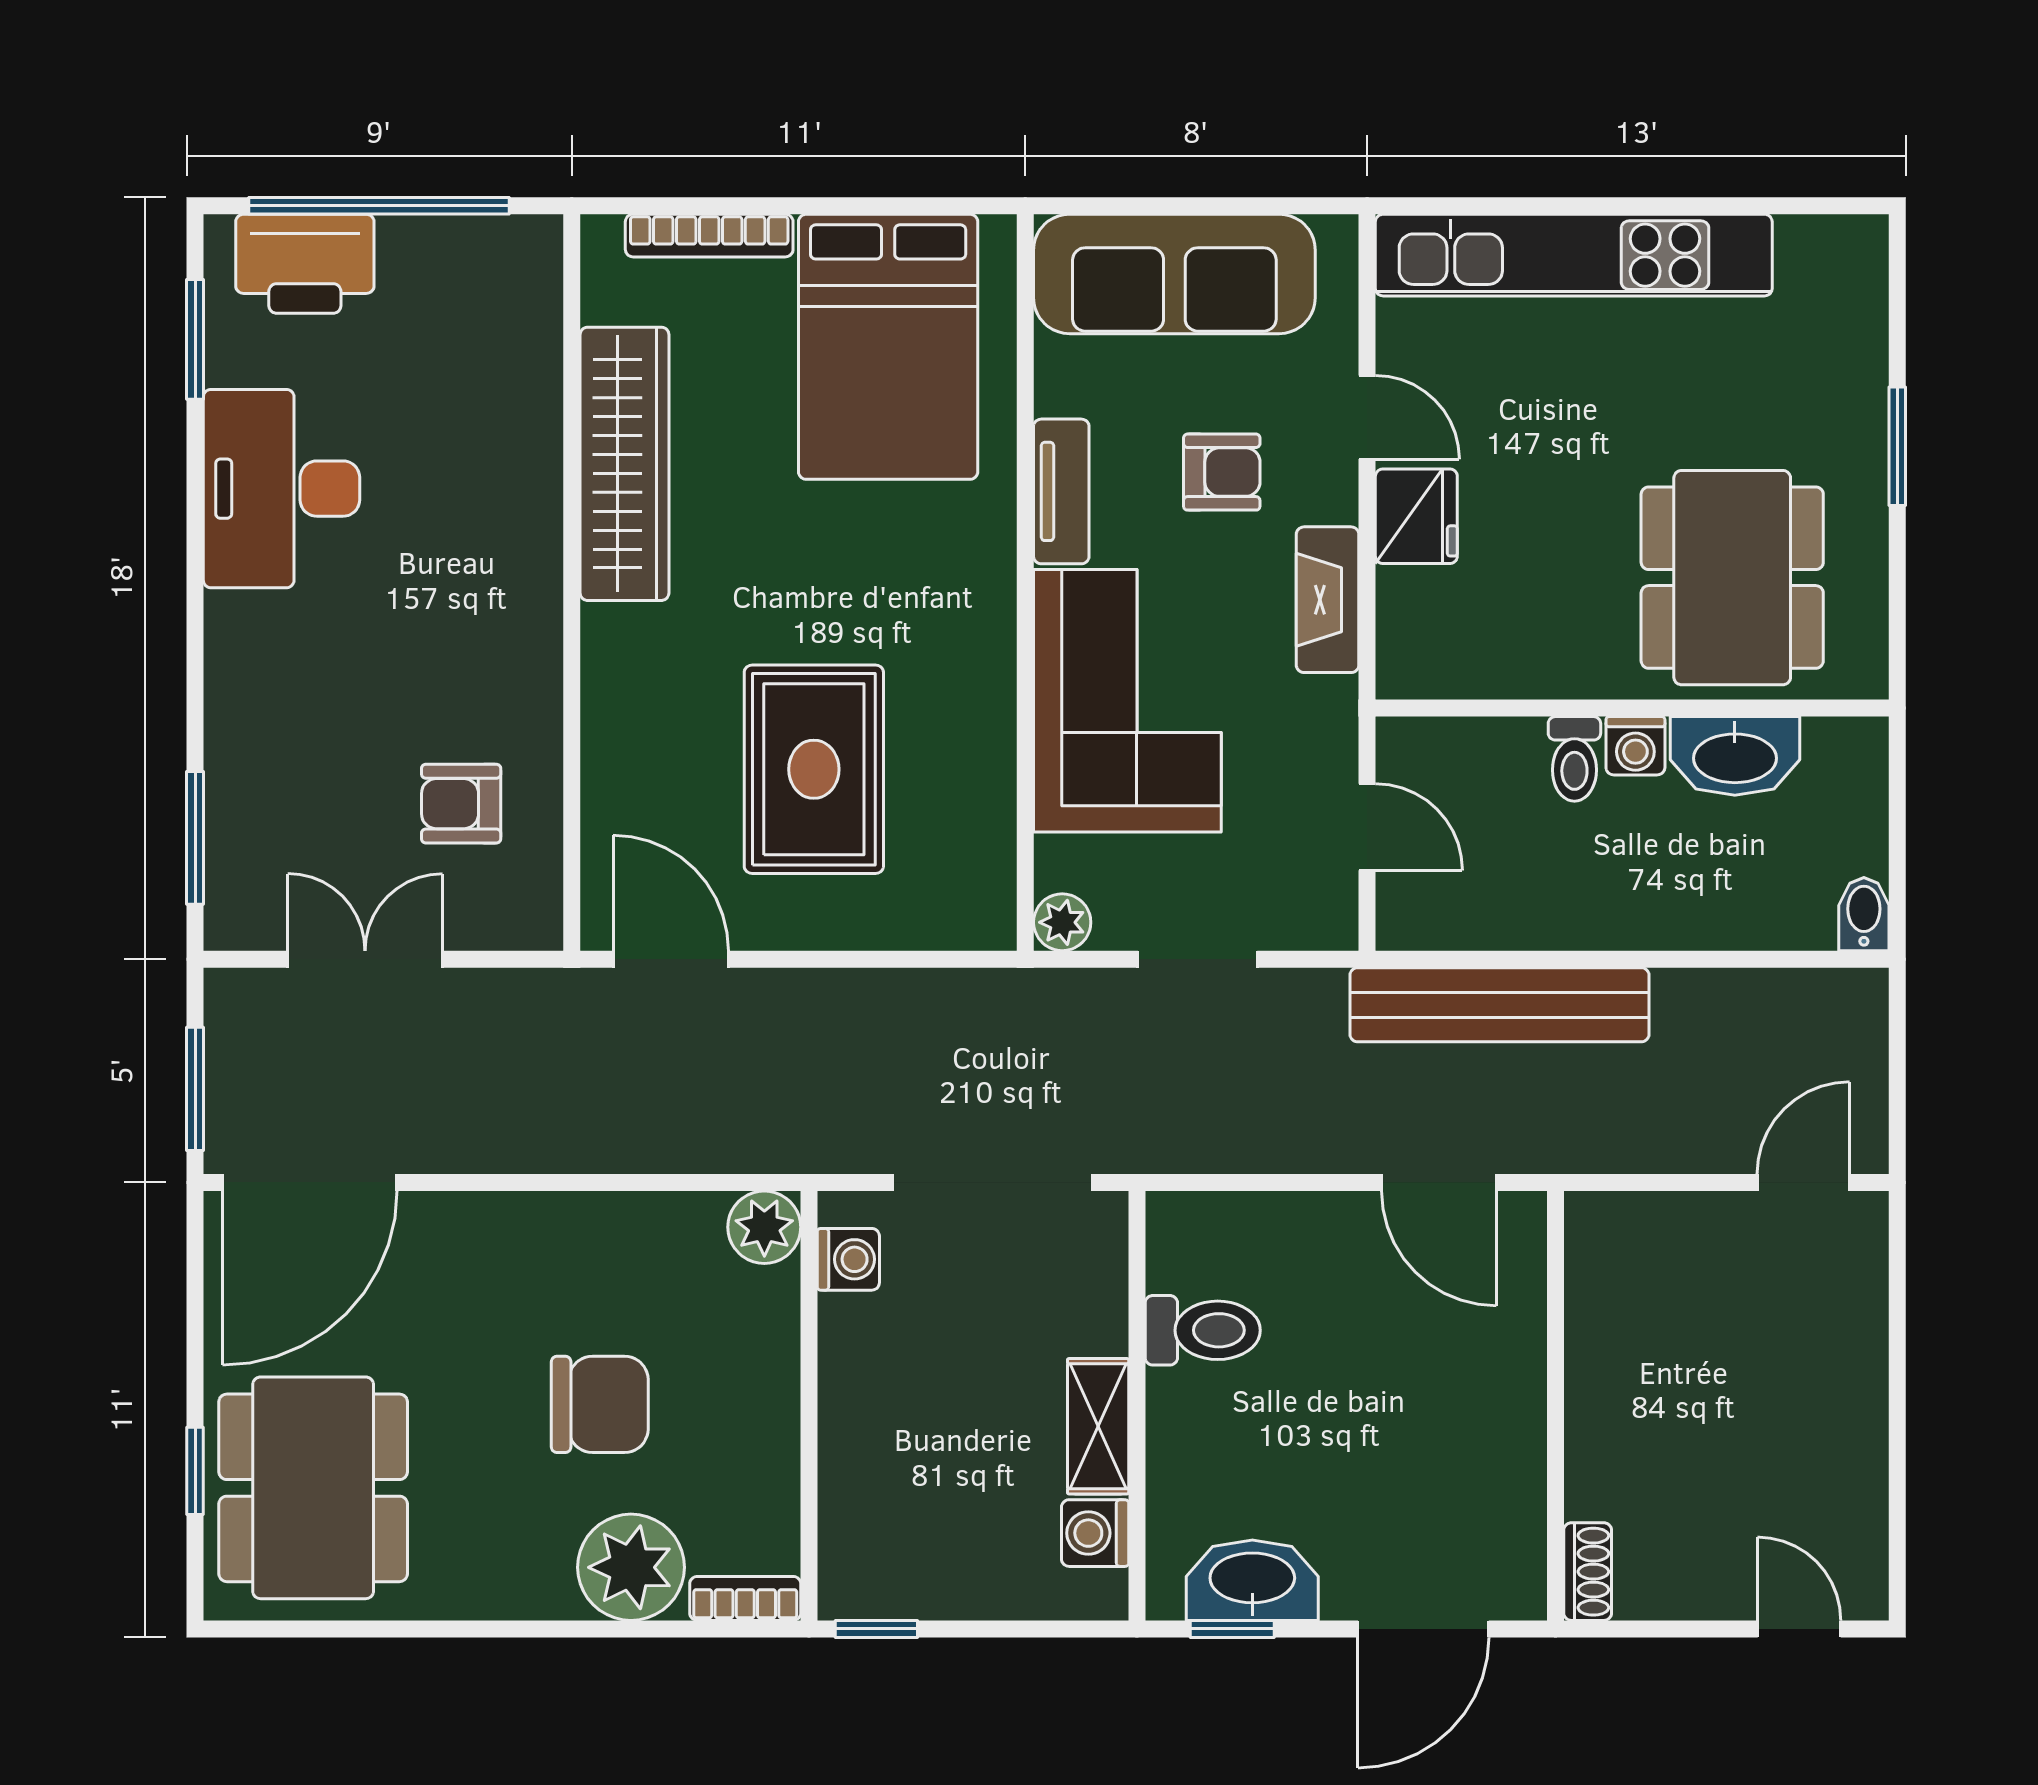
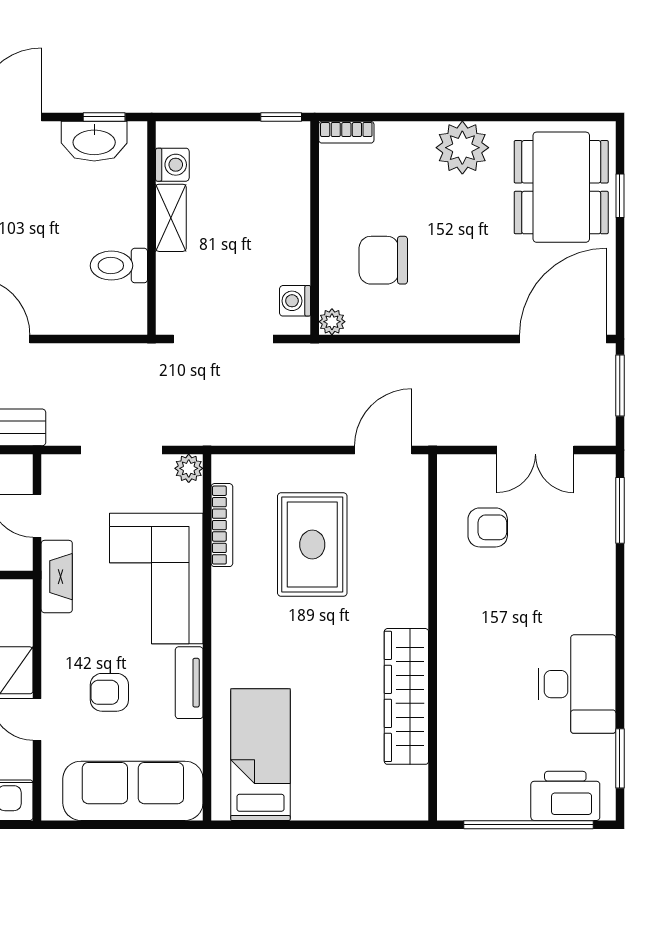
bookcase: (709, 236) -> (222, 525), moved, turned 90
bed: (888, 347) -> (260, 755), width x0.67
fireplace: (1328, 600) -> (57, 577), moved
door: (671, 959) -> (383, 450), swing flipped
doorway: (1198, 959) -> (121, 450), width x1.38
plant: (764, 1227) -> (332, 322), width x0.73, depth x0.73
chair: (600, 1404) -> (383, 260), moved
plant: (631, 1567) -> (462, 148), moved

